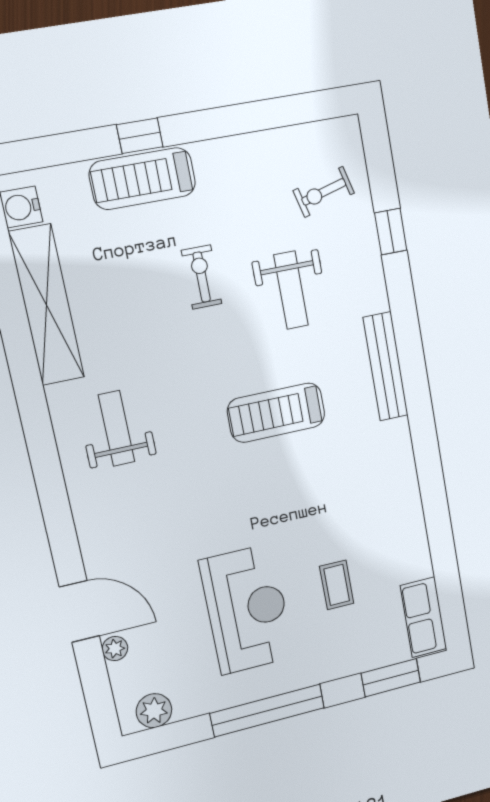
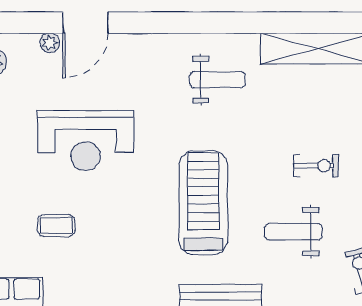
treadmill: (276, 413) -> (203, 203), width x1.37, depth x1.38
reception desk: (247, 609) -> (85, 140), moved

